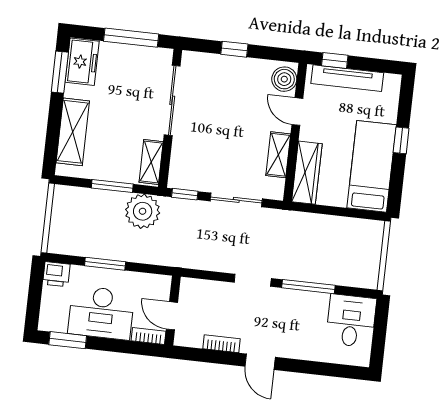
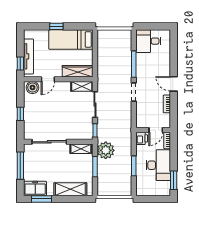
shelving: (278, 155) -> (82, 86), moved
printer: (56, 274) -> (142, 138), moved
door: (260, 362) -> (174, 84), swing flipped

